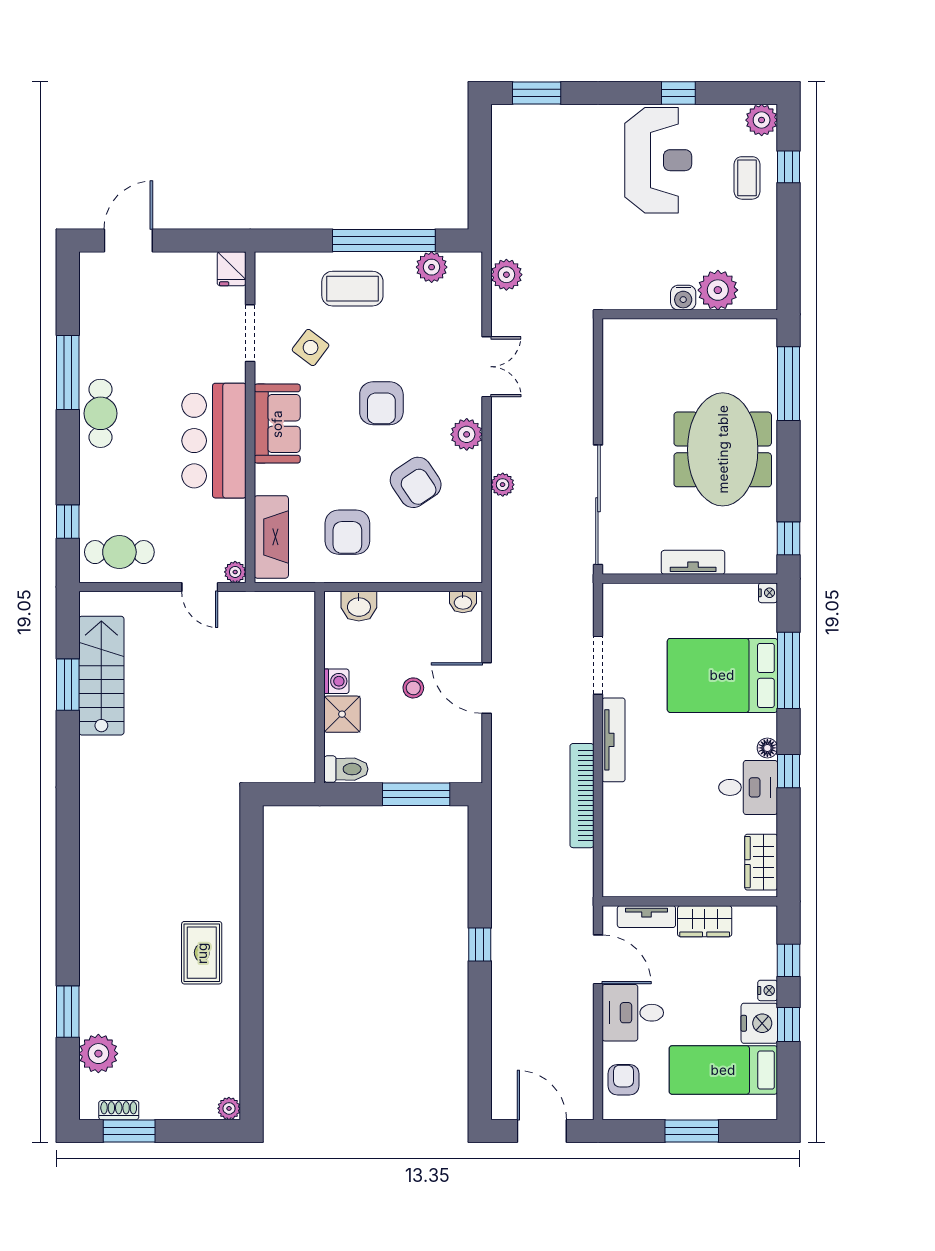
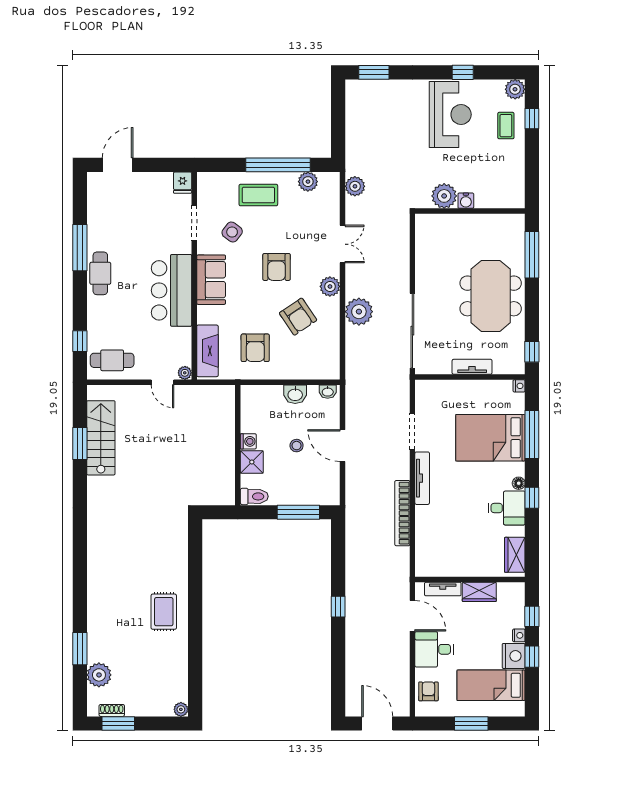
plant: (718, 290) -> (444, 196), moved
plant: (503, 485) -> (359, 312), width x1.88, depth x1.88
washbasin: (359, 606) -> (295, 394), moved

